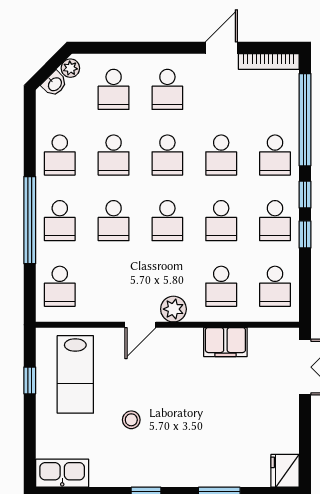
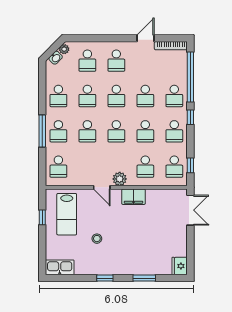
window: (30, 220) -> (42, 131), width x0.68
window: (305, 234) -> (190, 165), moved
door: (140, 325) -> (102, 187), hinge flipped
filing cabinet: (225, 342) -> (134, 197), moved

